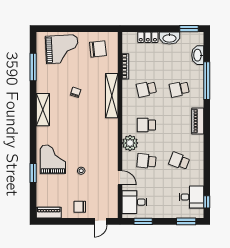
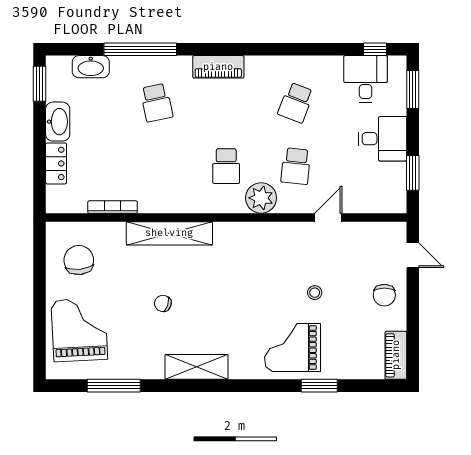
school desk: (146, 89) -> (156, 166), removed
desk: (135, 202) -> (383, 139), moved, turned -90

